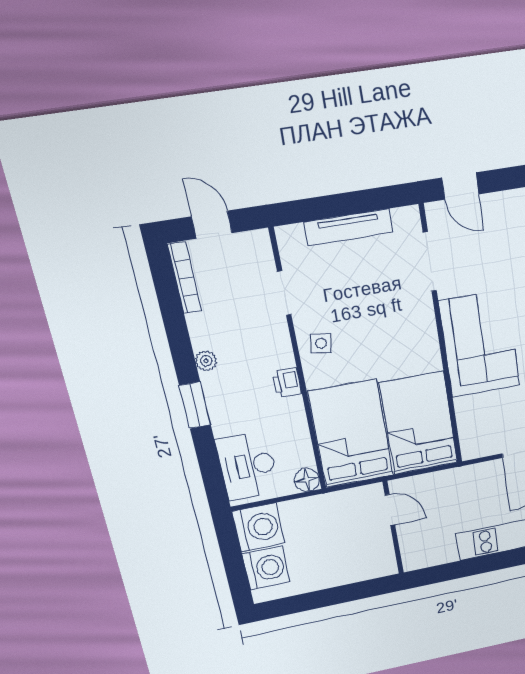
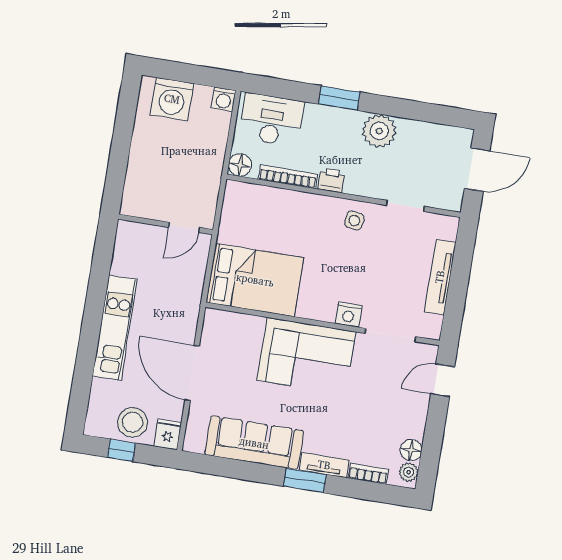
door: (212, 225) -> (477, 169), width x1.38
bookcase: (185, 278) -> (288, 177), moved, turned 180
nightstand: (423, 315) -> (348, 315), added
plant: (206, 361) -> (379, 131), width x1.87, depth x1.87
bed: (351, 434) -> (267, 218), removed
washing machine: (259, 527) -> (224, 99), width x0.53, depth x0.53

